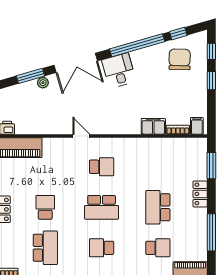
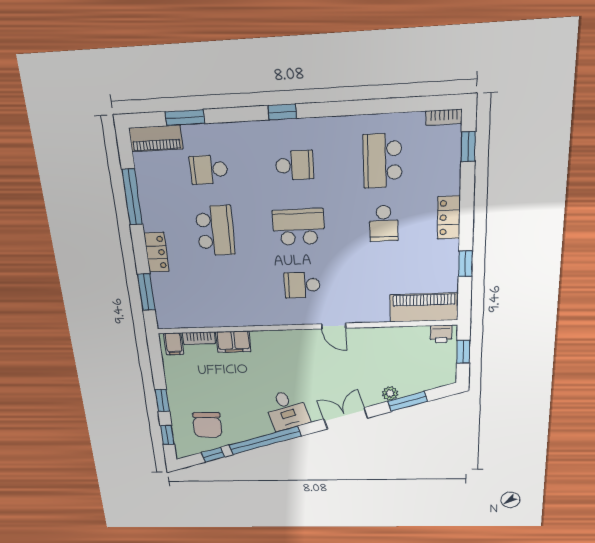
double door: (76, 63) -> (346, 418), width x0.73

